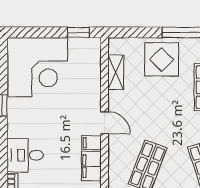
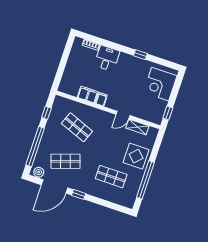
corner desk: (38, 67) -> (160, 84), width x0.74, depth x0.74
door: (105, 123) -> (123, 115), moved

